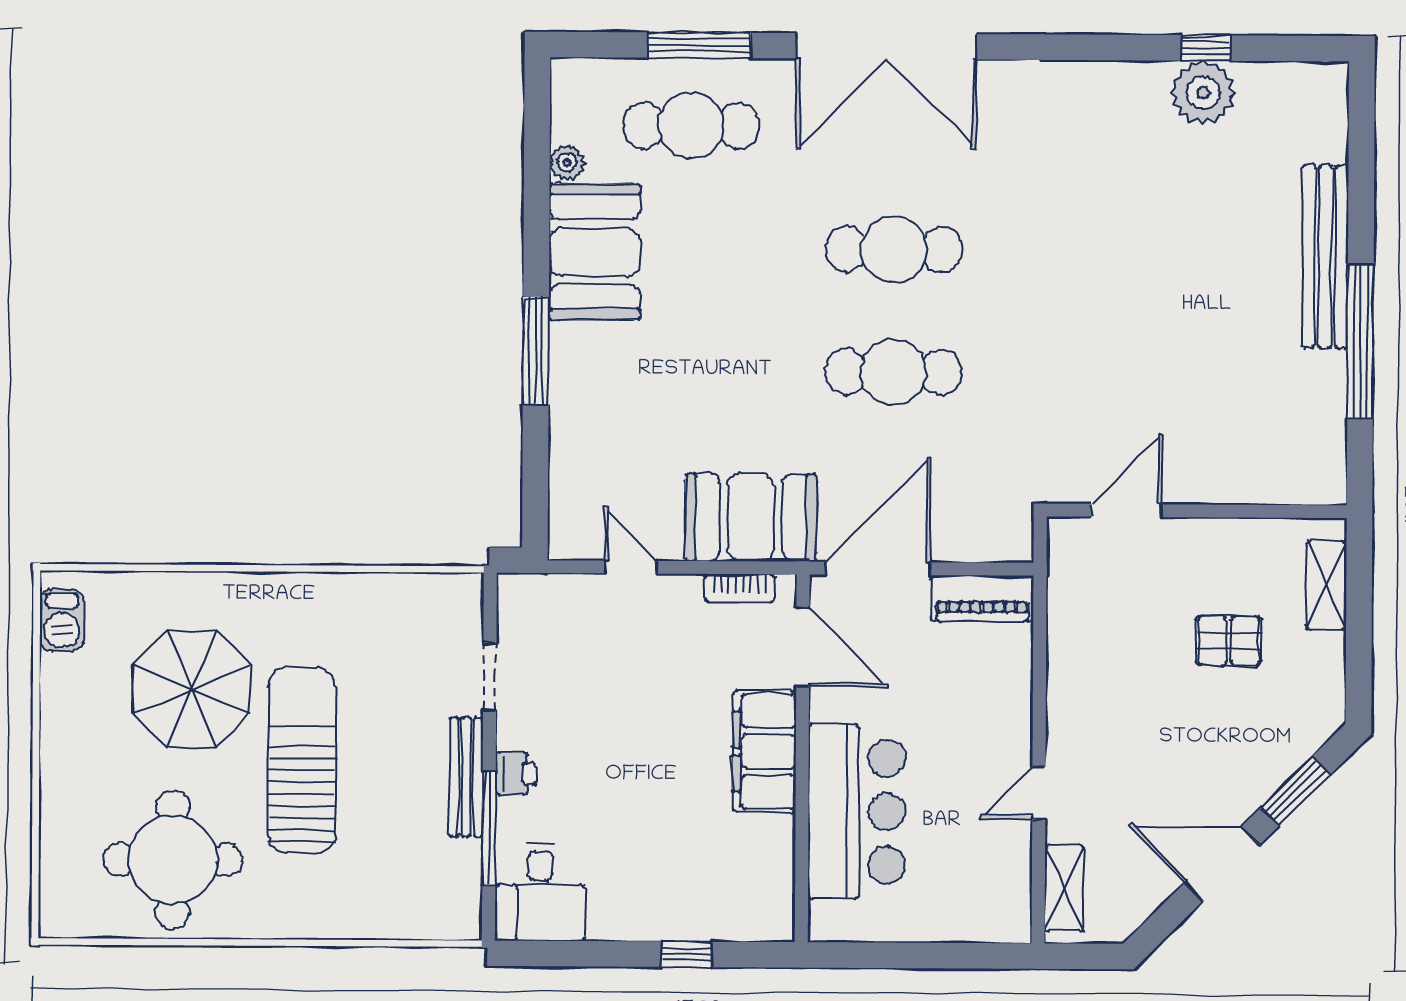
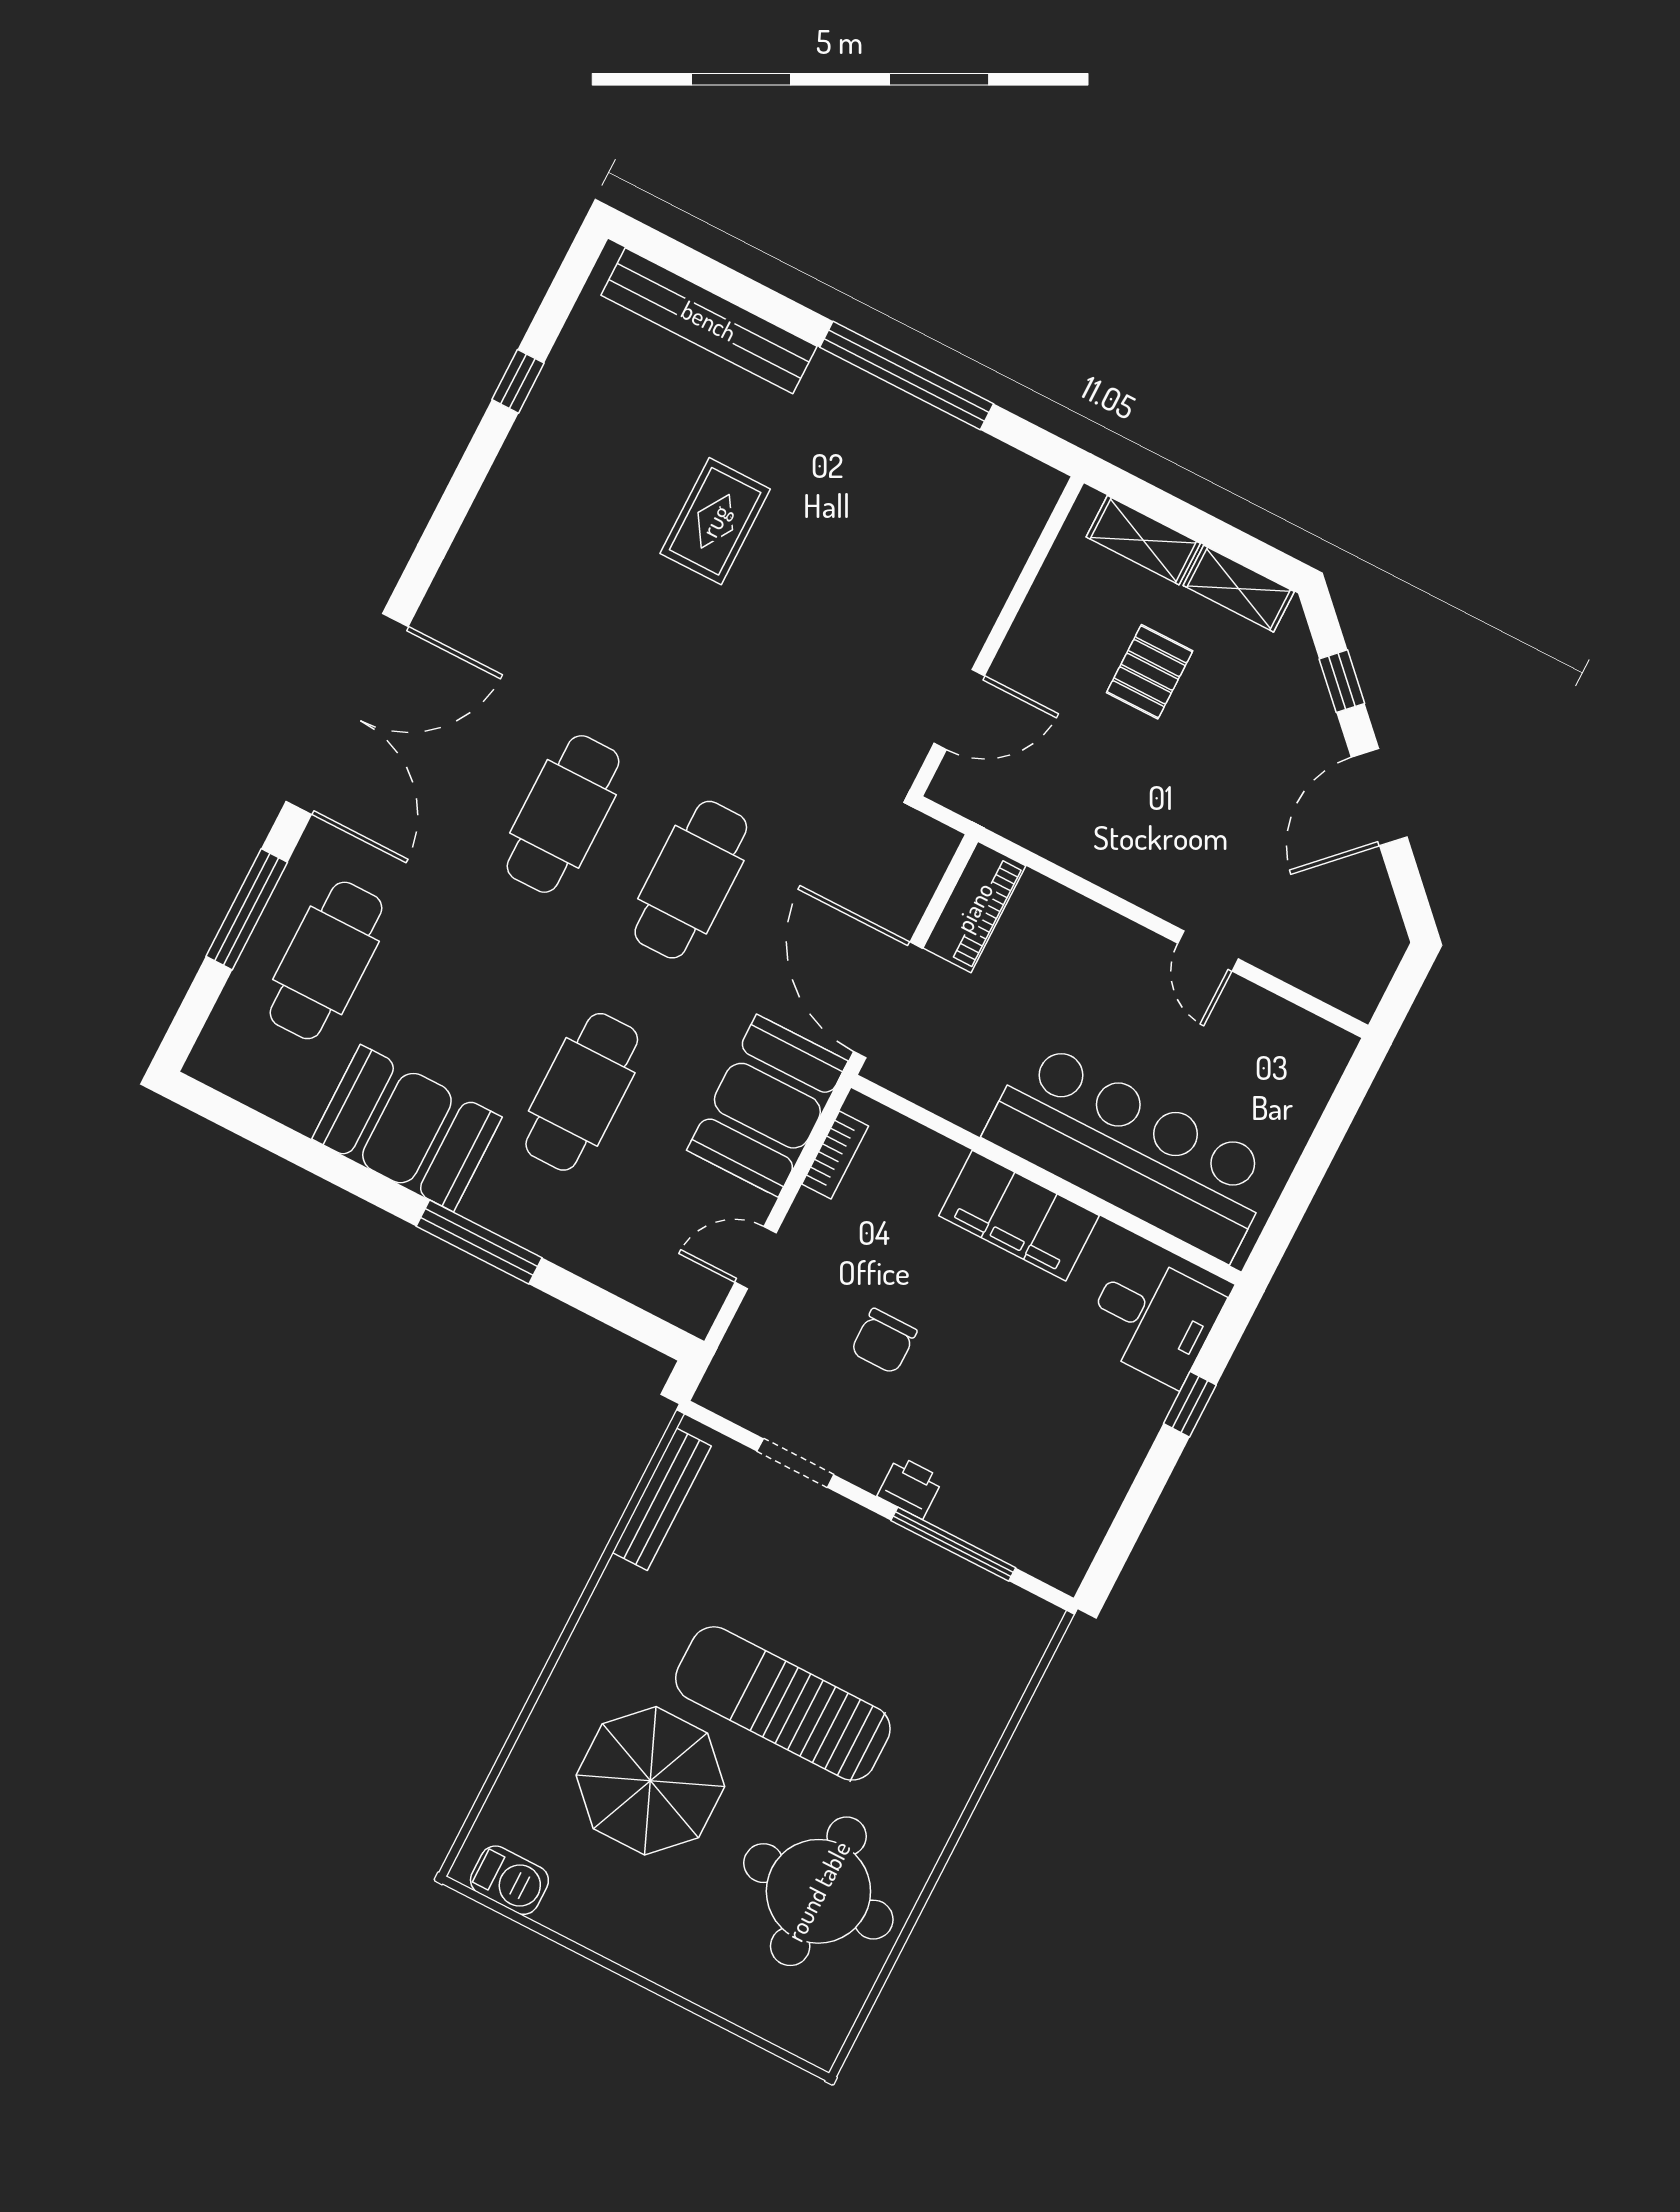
plant: (1203, 93) -> (563, 408), removed
plant: (567, 163) -> (299, 1109), removed
rug: (1176, 252) -> (715, 521), added
bench: (1325, 257) -> (709, 321), moved
cafe table: (690, 371) -> (582, 1092), added
door: (1127, 511) -> (959, 709), swing flipped
door: (803, 647) -> (930, 1120), removed
chair: (617, 697) -> (884, 1341), added
bench: (466, 777) -> (662, 1499), moved, turned 90
window: (1296, 791) -> (1342, 681), width x0.67
bar counter: (857, 811) -> (1131, 1151), width x1.36
shelving: (1064, 888) -> (1239, 589), moved
desk: (540, 892) -> (1153, 1318), moved

